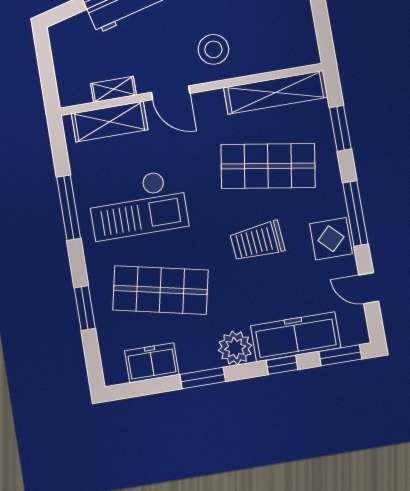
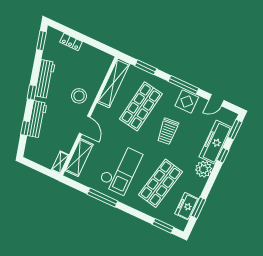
shelving: (113, 89) -> (60, 162), moved
door: (171, 93) -> (85, 125), hinge flipped
window: (85, 308) -> (163, 226), moved
window: (203, 378) -> (198, 208), moved

